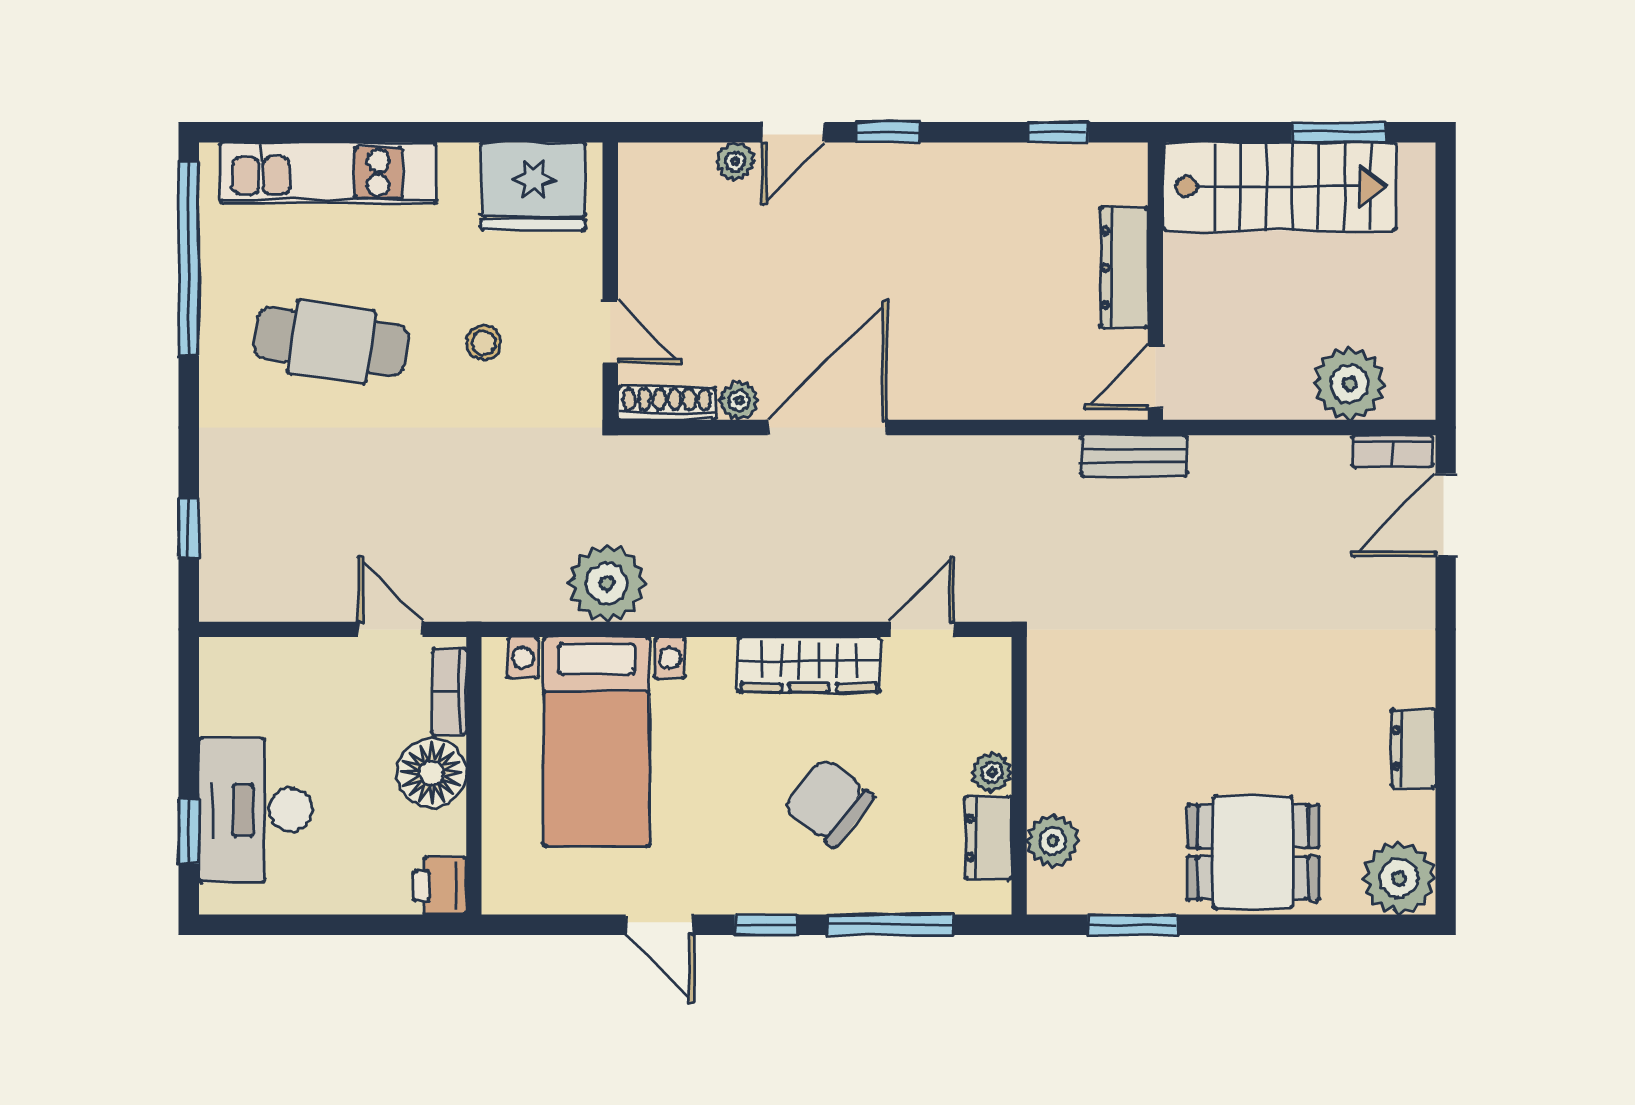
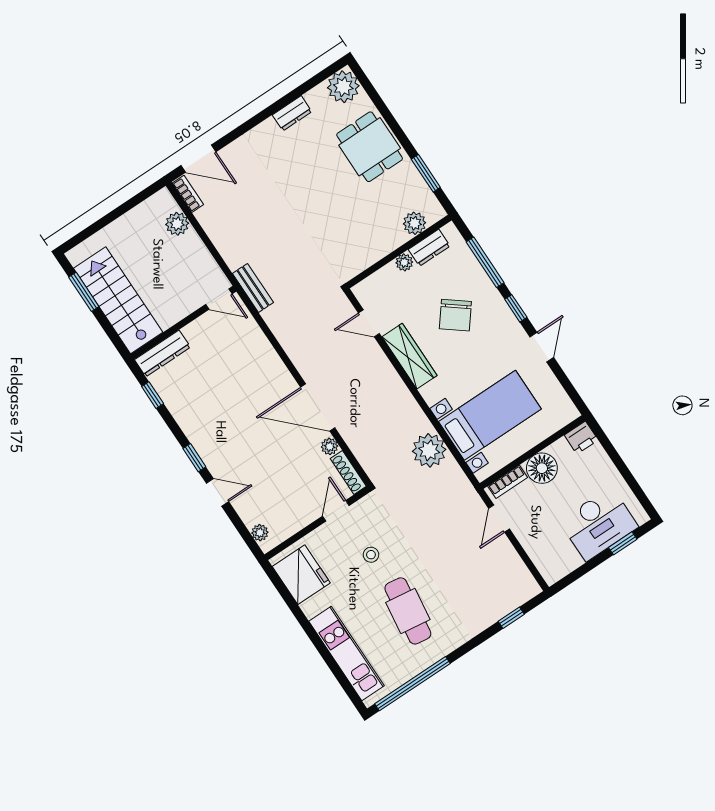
plant: (735, 161) -> (260, 533), moved
dresser: (1124, 268) -> (162, 353), moved
plant: (1350, 384) -> (177, 224), width x0.73, depth x0.73

